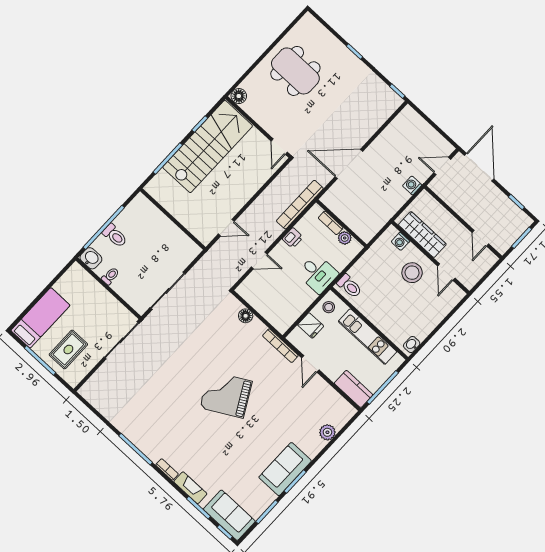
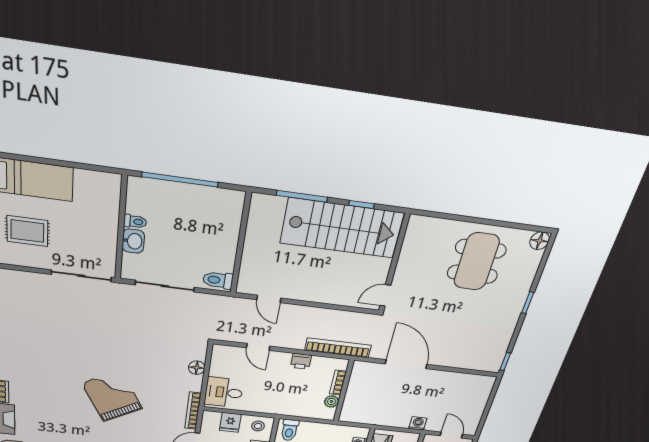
floor lamp: (239, 96) -> (540, 241), moved
toilet: (115, 236) -> (218, 280), moved, turned 90
washbasin: (91, 258) -> (133, 241), moved
desk: (318, 274) -> (224, 392), moved, turned 90

